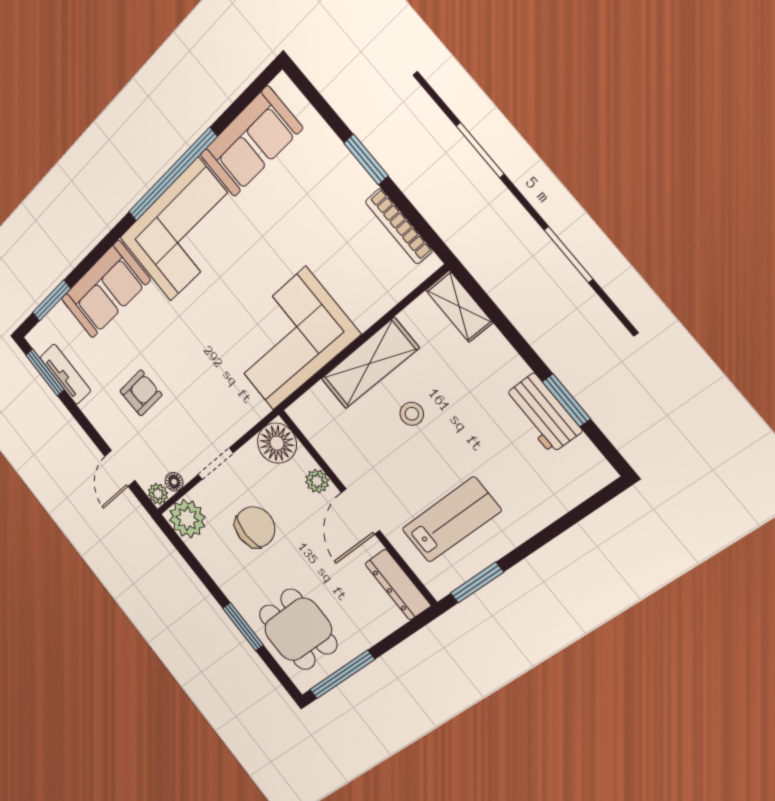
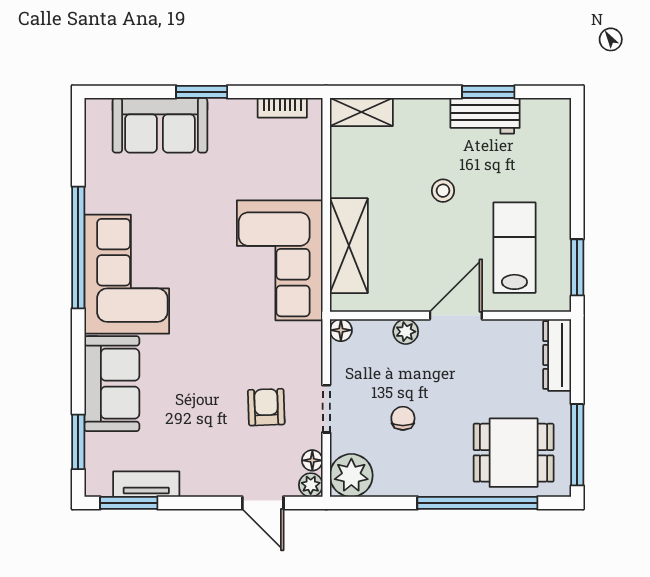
sofa: (251, 142) -> (160, 125), moved, turned 90
bookcase: (399, 226) -> (282, 108), width x0.64
shelving: (370, 363) -> (349, 246), moved
armchair: (141, 393) -> (266, 407), moved
stool: (412, 414) -> (443, 191), moved
floor lamp: (277, 443) -> (341, 330), width x0.53, depth x0.53
door: (360, 512) -> (456, 316), swing flipped
chair: (255, 527) -> (403, 418), width x0.54, depth x0.54
dresser: (398, 585) -> (557, 355), moved, turned 90
window: (243, 627) -> (477, 503), width x2.11

